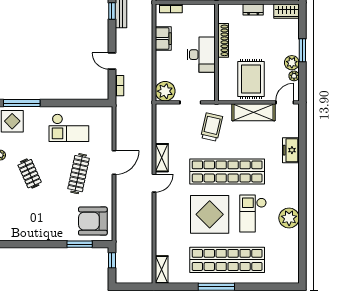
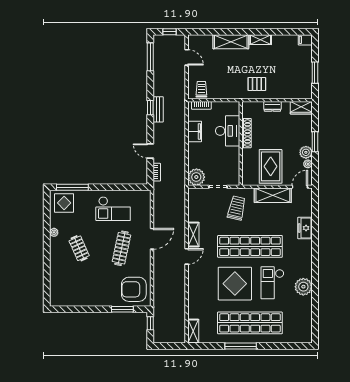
desk: (201, 55) -> (228, 131), moved

